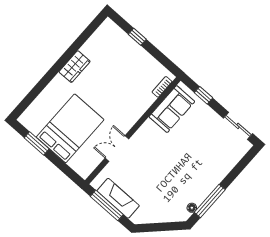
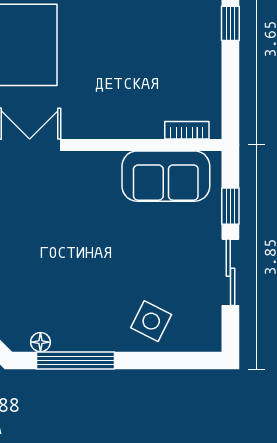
sliding door: (238, 126) -> (230, 272), moved
side table: (220, 161) -> (151, 321), added

